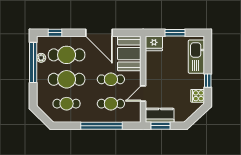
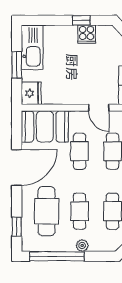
kitchen sink: (196, 57) -> (32, 47), moved, turned -90
plant: (41, 58) -> (82, 246), moved
cafe table: (67, 79) -> (80, 211), width x0.73, depth x0.74
cooker: (198, 96) -> (87, 34), moved

